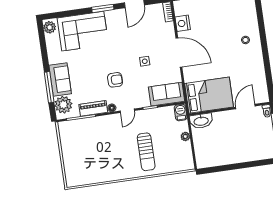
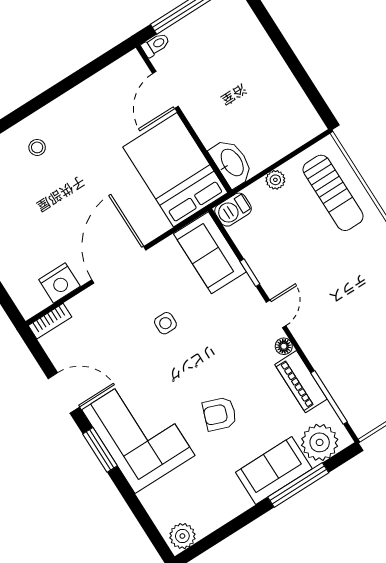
corner sofa: (83, 31) -> (138, 433), moved
armchair: (115, 80) -> (220, 414), moved, turned -70
door: (245, 107) -> (165, 90), hinge flipped
door: (127, 111) -> (276, 314), hinge flipped
sun lounger: (146, 152) -> (333, 193), moved, turned 90

